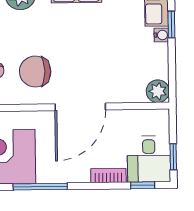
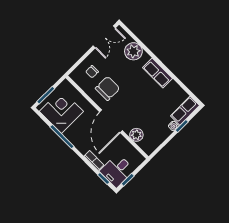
chair: (35, 72) -> (108, 88), turned 90
plant: (158, 91) -> (136, 135), moved
door: (80, 107) -> (111, 121), hinge flipped

